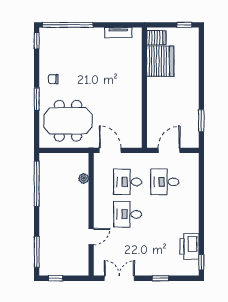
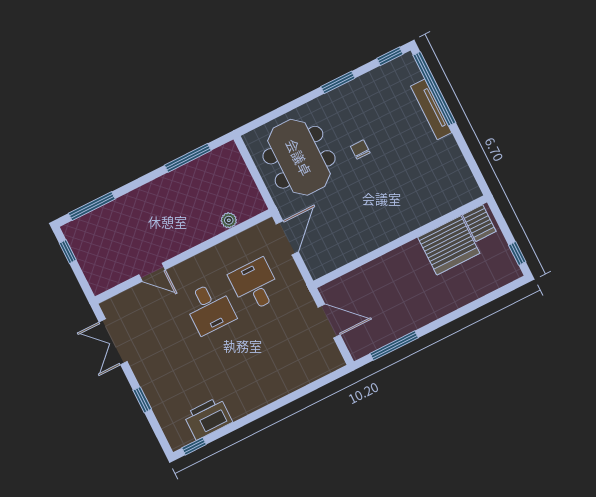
tv unit: (118, 33) -> (431, 109), moved, width x1.41
chair: (53, 79) -> (360, 150), moved
window: (37, 99) -> (338, 82), moved
window: (201, 121) -> (394, 346), width x1.44
desk: (165, 182) -> (282, 337), removed
window: (37, 184) -> (188, 158), width x0.68
desk: (128, 214) -> (209, 308), turned 180
double door: (119, 278) -> (113, 342), swing flipped

